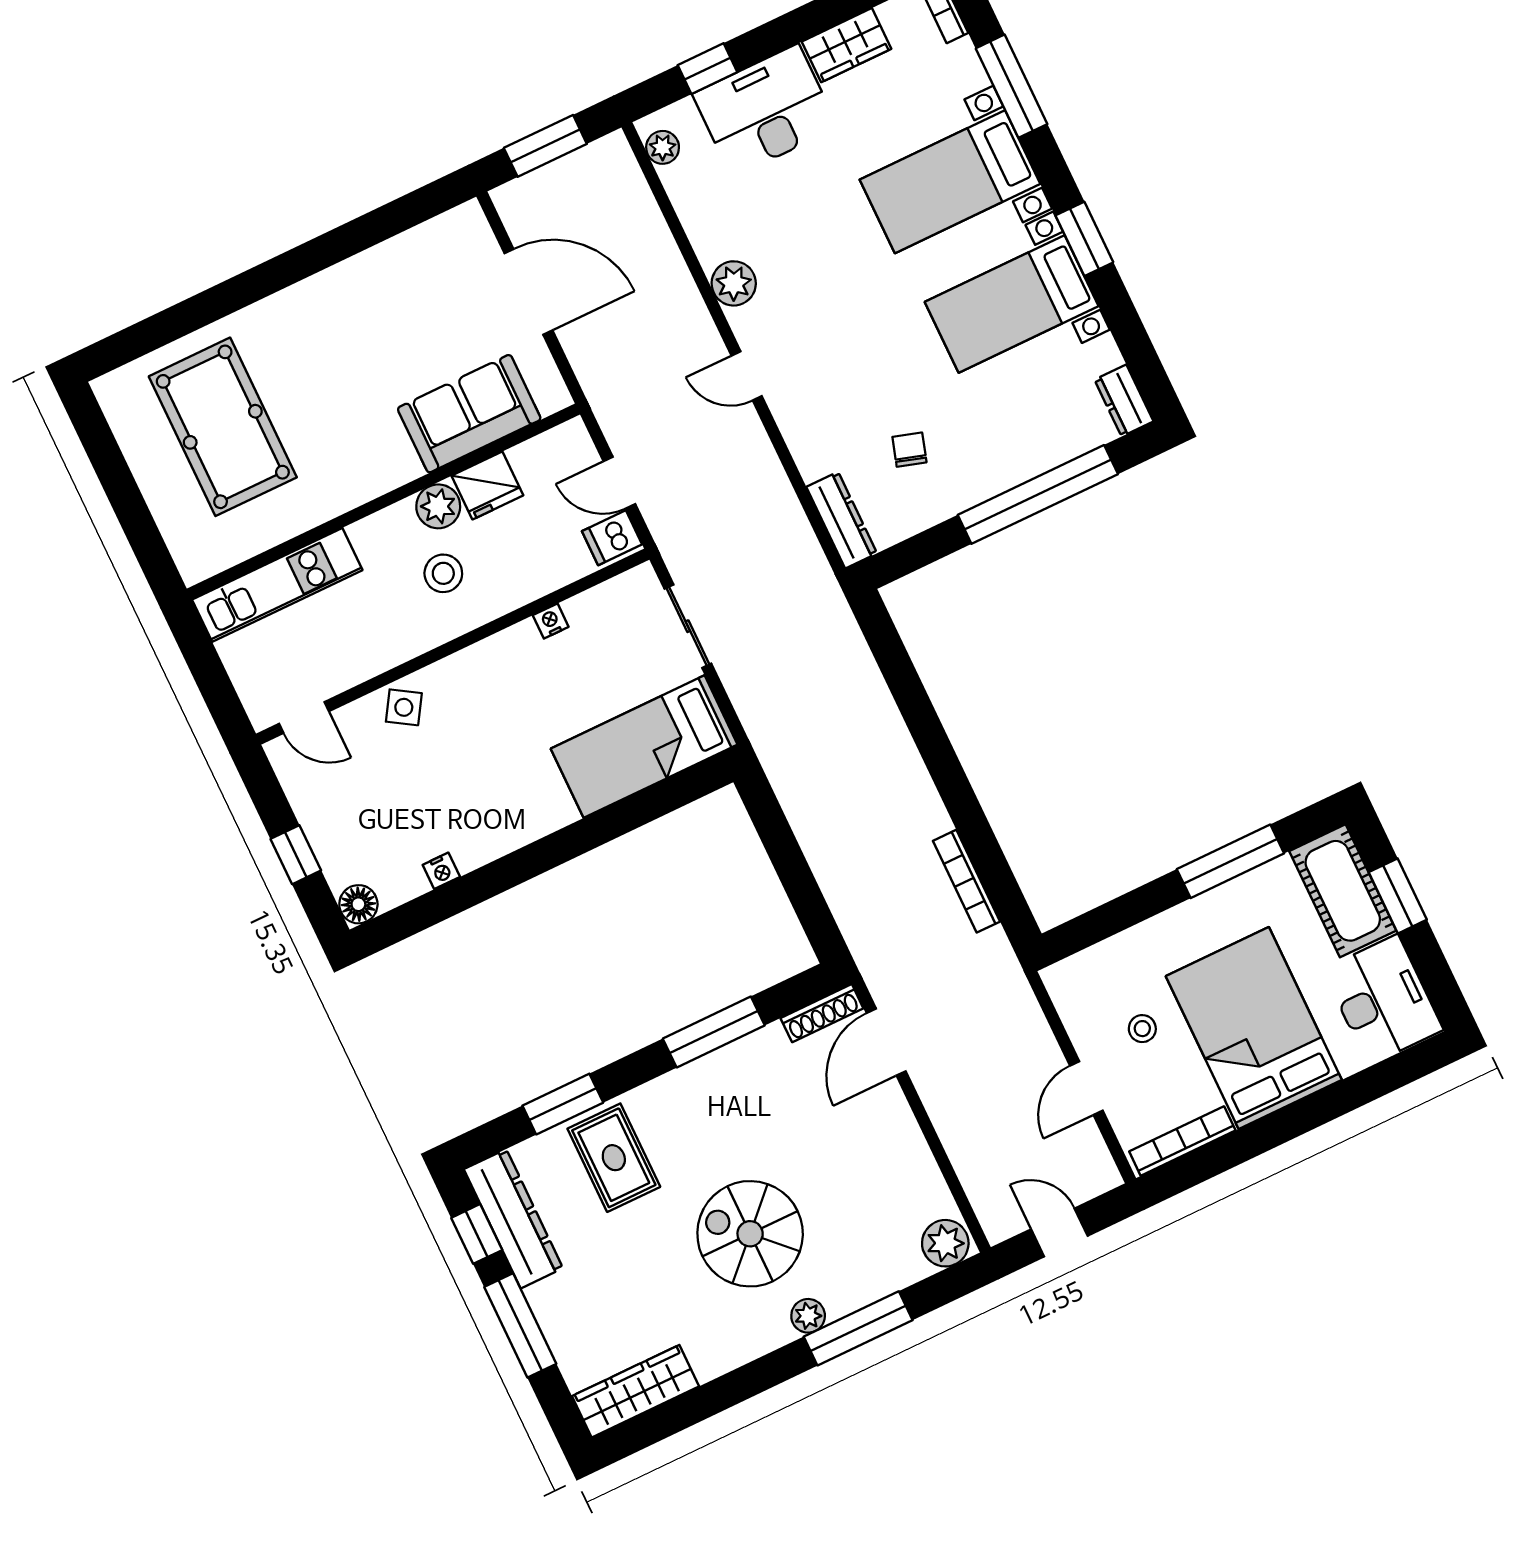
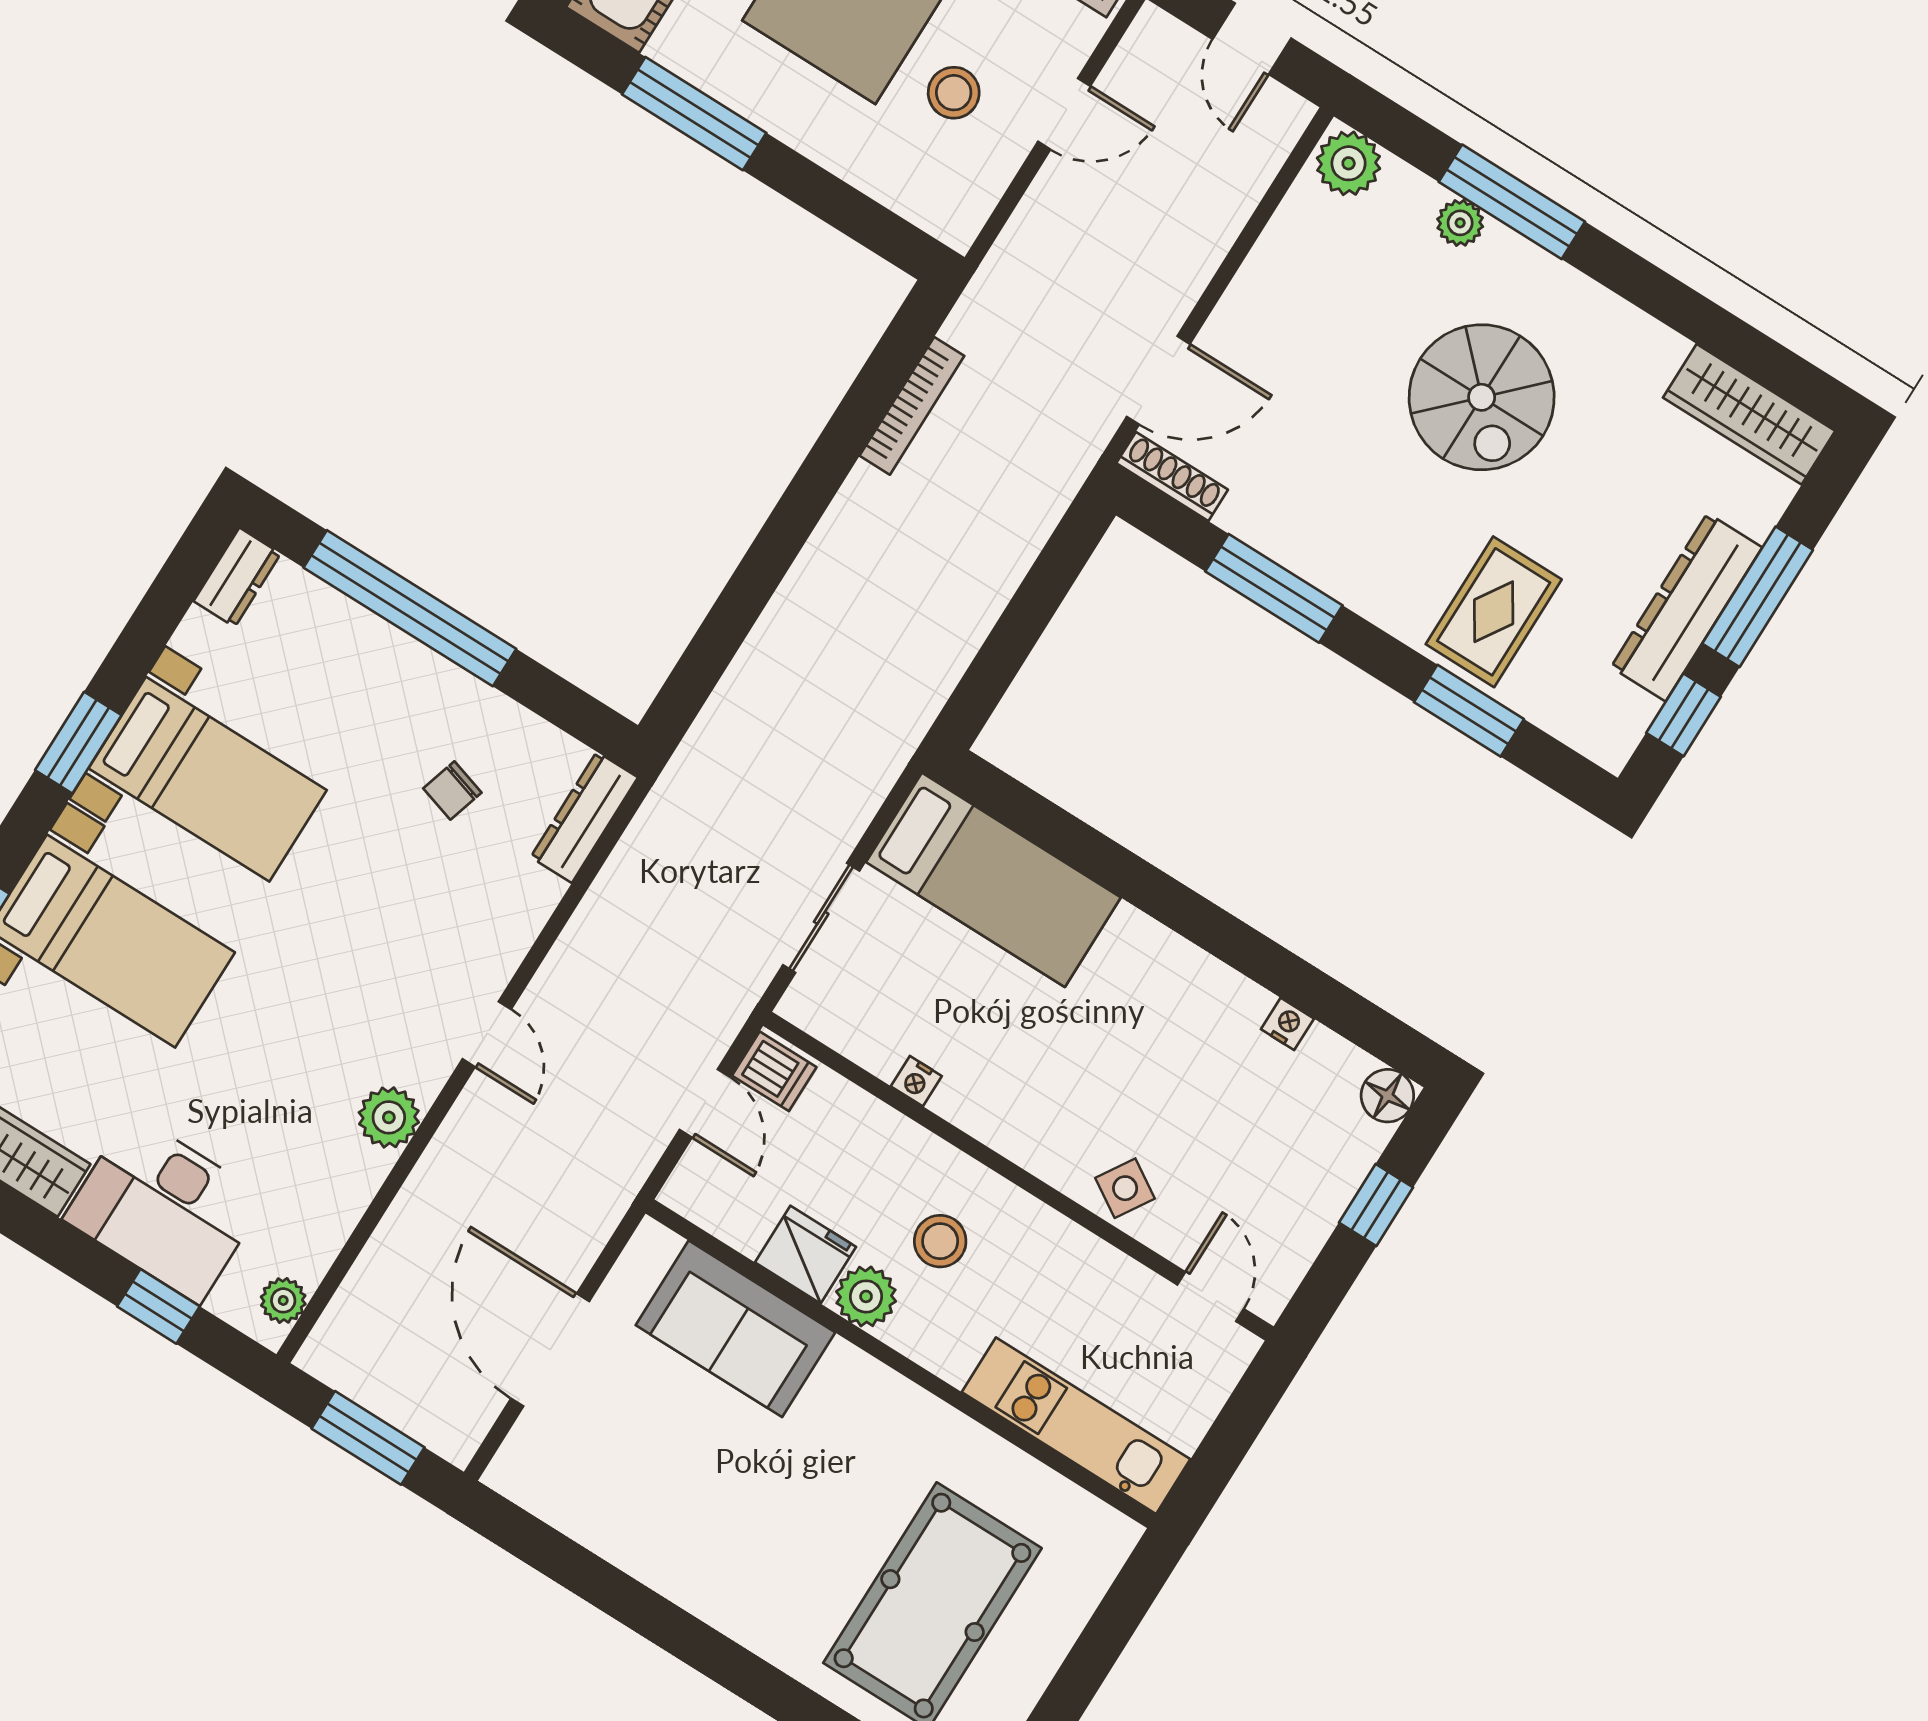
stool: (1142, 1029) -> (954, 93), width x1.37, depth x1.37
dresser: (513, 1219) -> (1687, 607), moved
plant: (808, 1316) -> (1460, 223), moved

